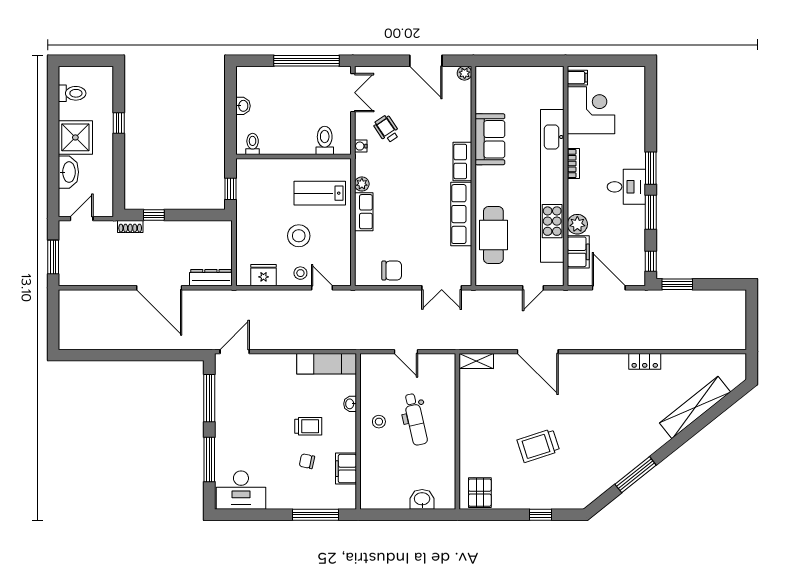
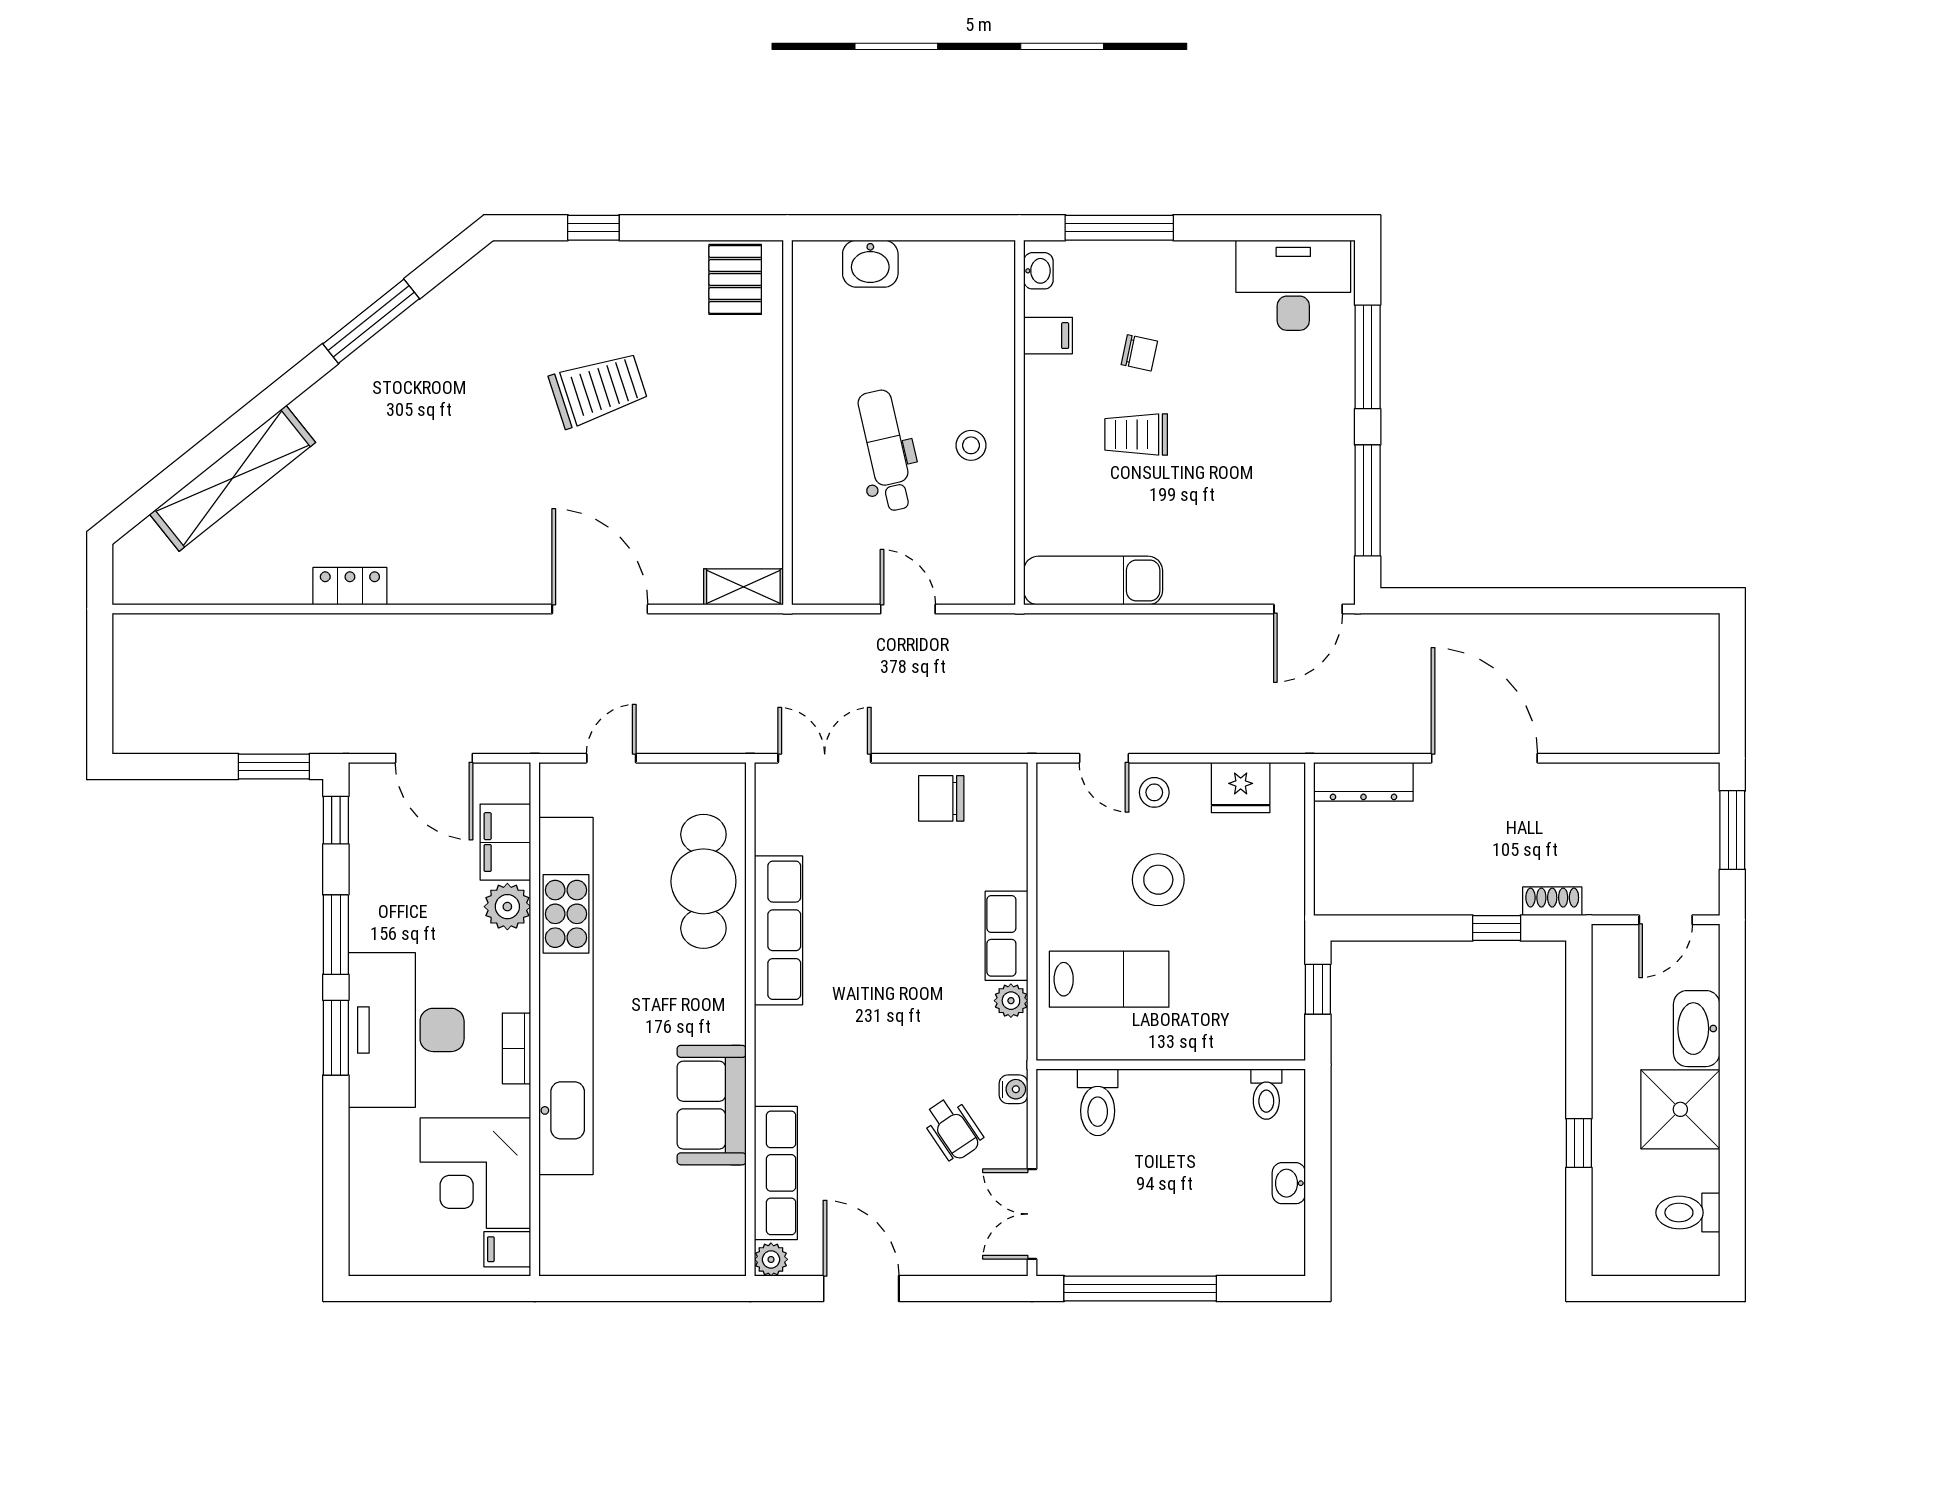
row of seats: (462, 162) -> (776, 1173), moved, width x1.48
desk: (626, 187) -> (406, 1030), width x1.87, depth x1.30
washbasin: (350, 404) -> (1038, 271), moved
filing cabinet: (346, 469) -> (1048, 336), width x0.50

